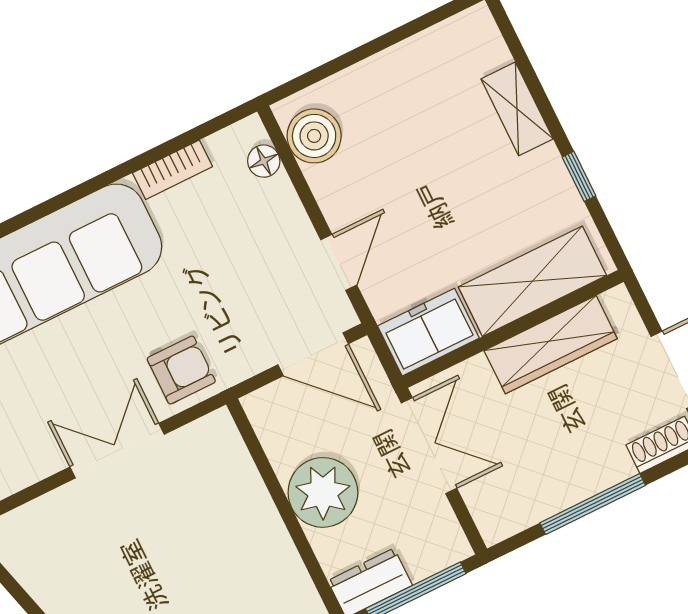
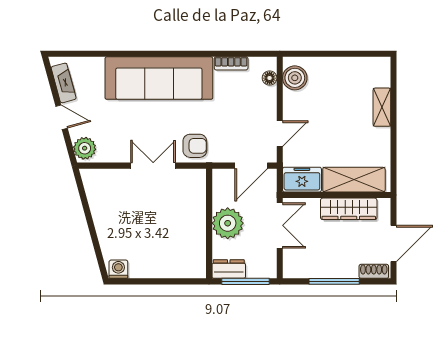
window: (579, 176) -> (394, 147), removed
door: (313, 354) -> (251, 166), hinge flipped

